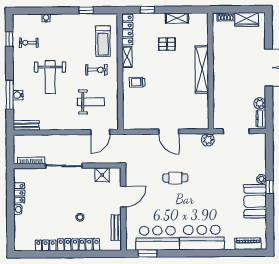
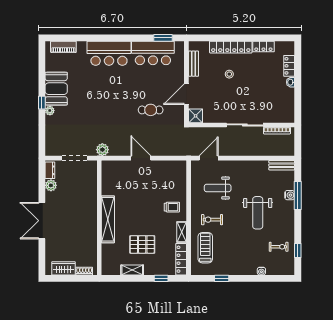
pallet: (167, 44) -> (142, 244), width x1.50, depth x1.42
weight bench: (50, 77) -> (258, 213), turned 180
shower: (102, 175) -> (196, 116), moved
cafe table: (175, 178) -> (151, 110), moved
locker: (19, 193) -> (289, 66), moved

